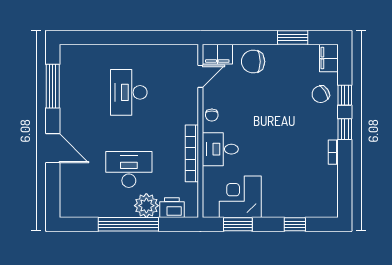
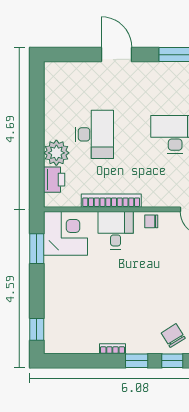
door: (53, 148) -> (117, 55), swing flipped
corner desk: (240, 197) -> (66, 233), moved
window: (128, 224) -> (37, 134), removed
window: (295, 224) -> (37, 329), moved

